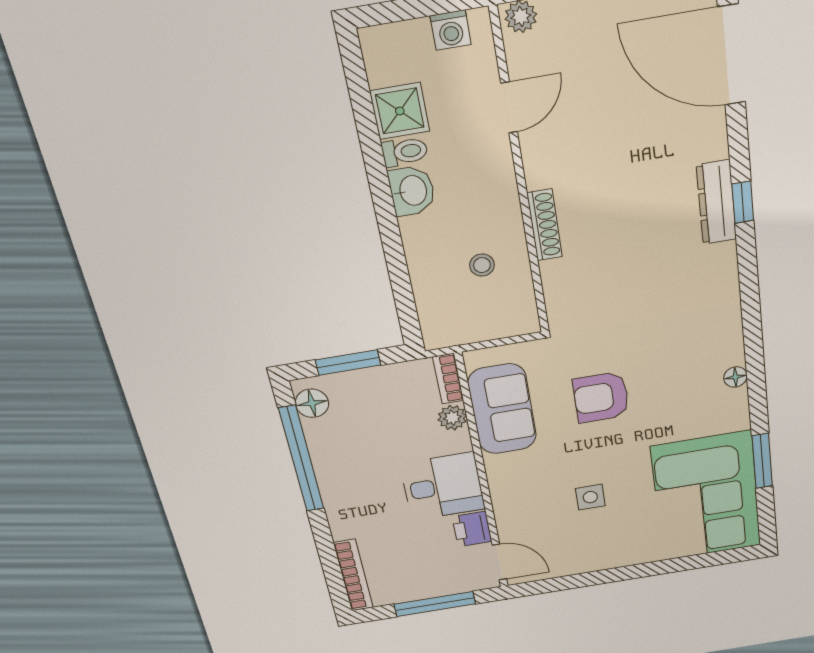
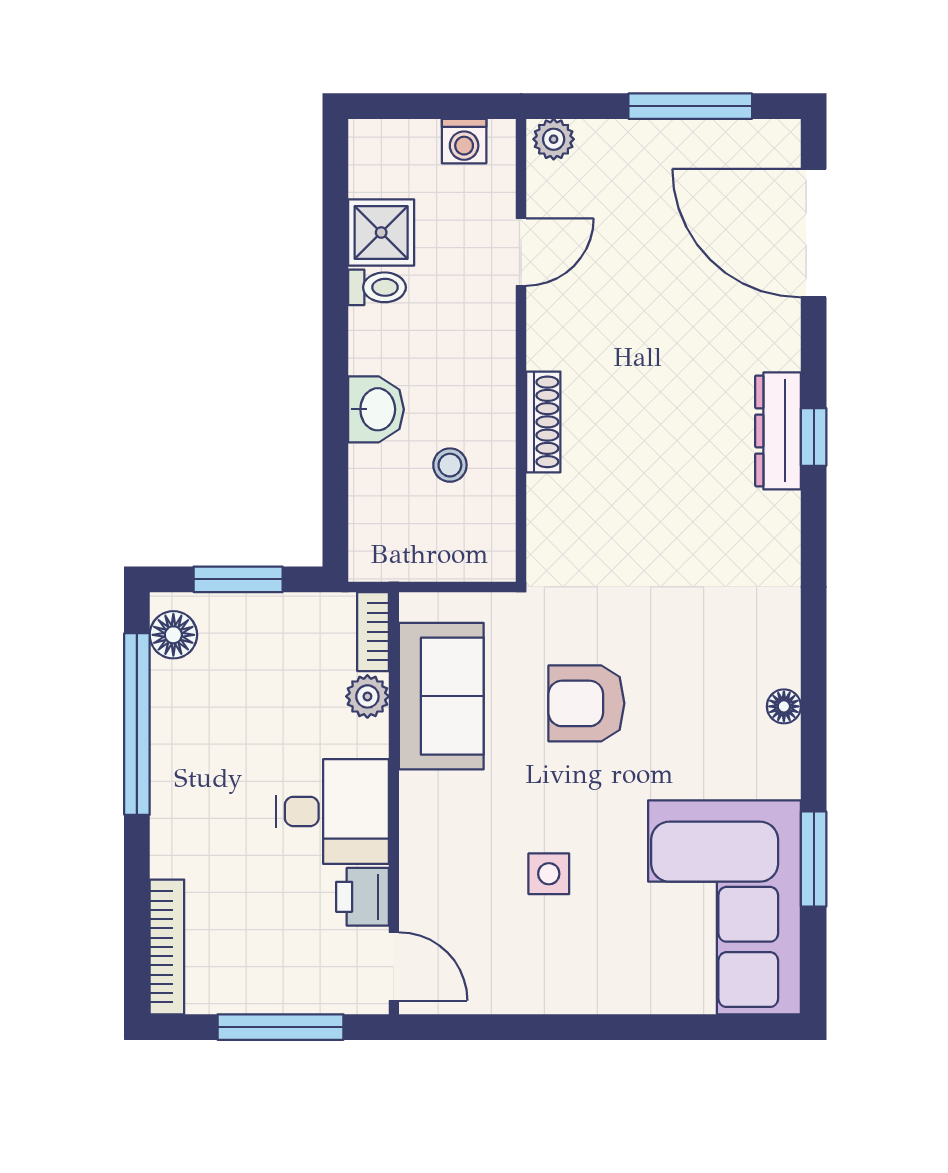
washbasin: (412, 191) -> (376, 409), moved

